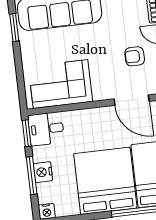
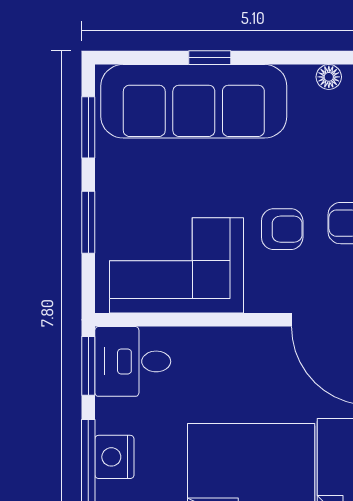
armchair: (105, 62) -> (282, 229), added
window: (19, 70) -> (88, 222), added

